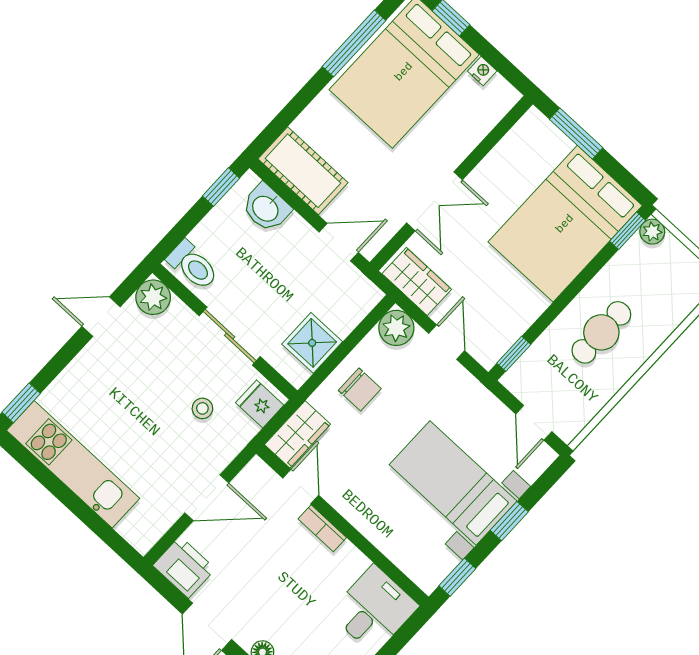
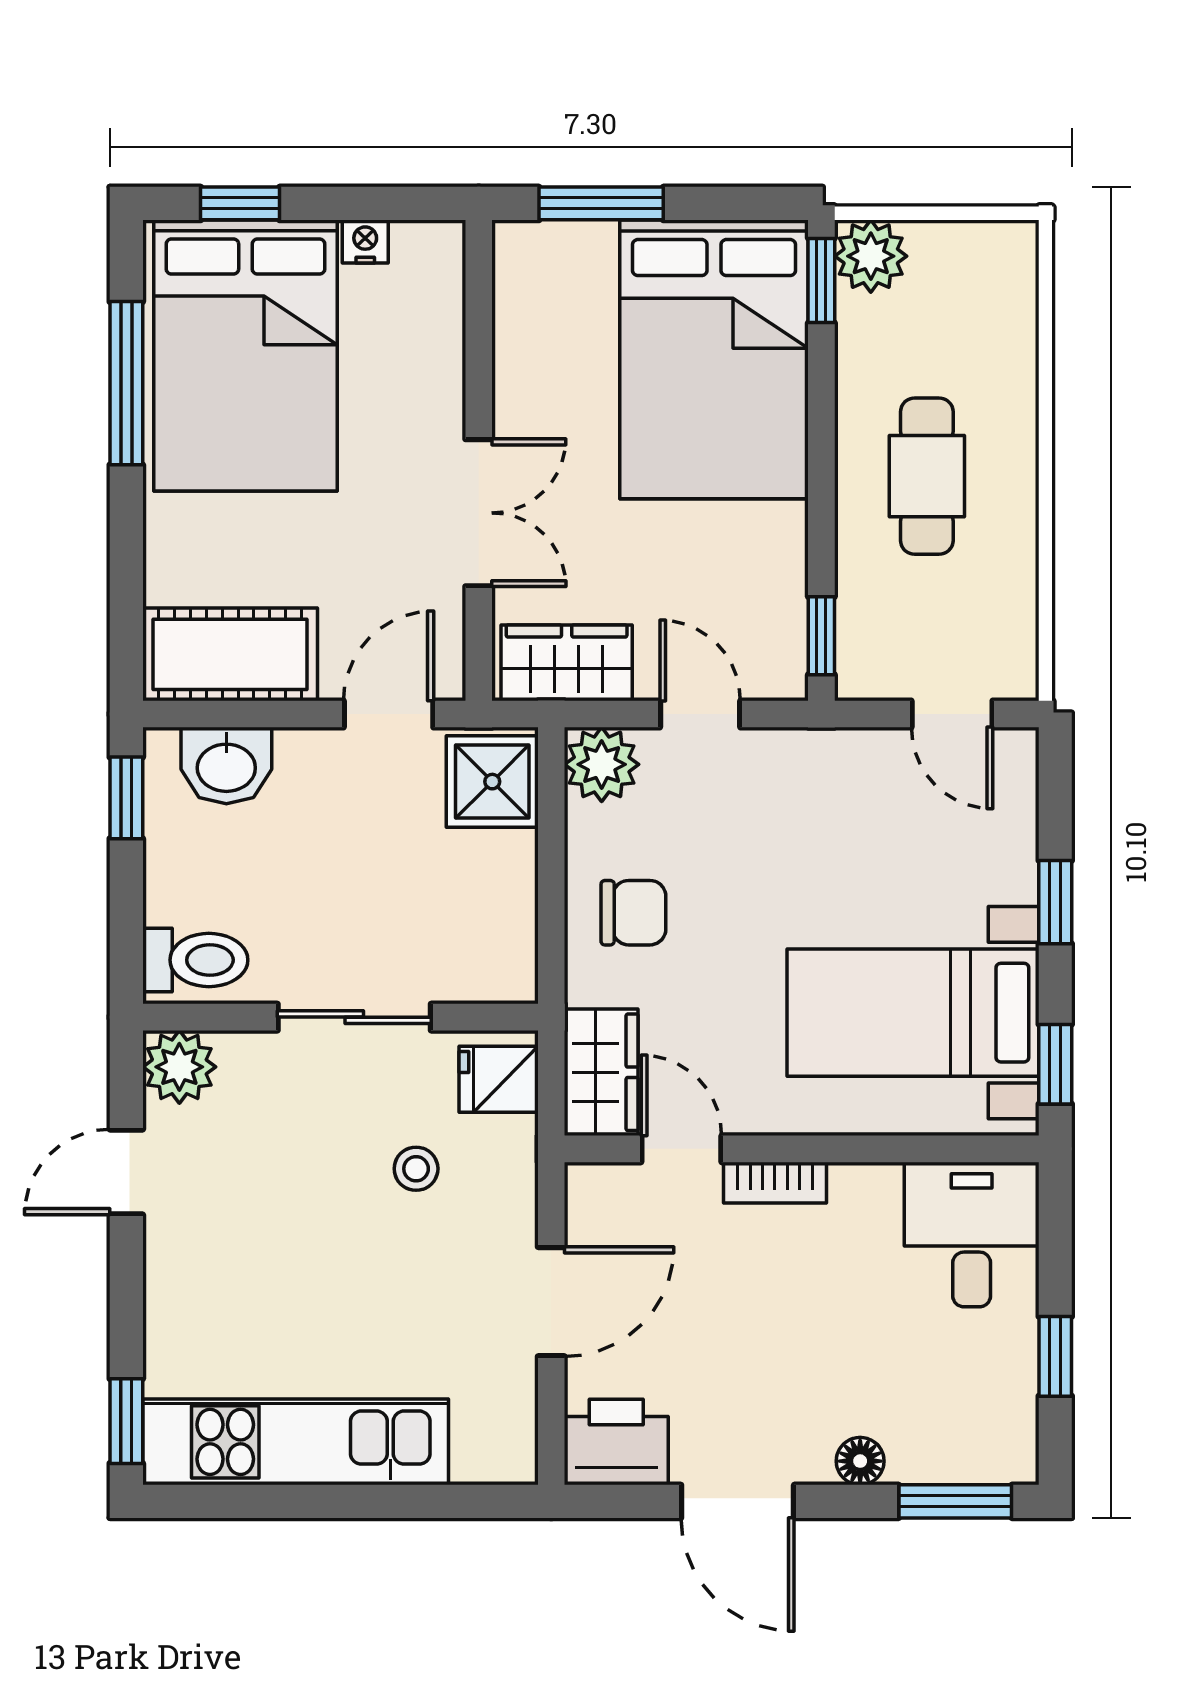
plant: (652, 232) -> (871, 256), width x1.38, depth x1.38
shower: (312, 343) -> (492, 782), moved
bed with nightstands: (453, 483) -> (913, 1013), moved

